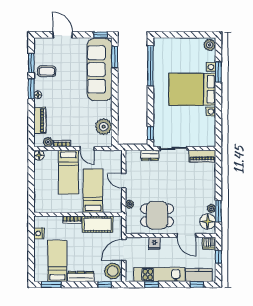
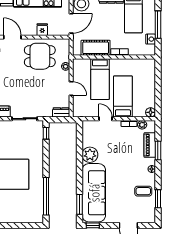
window: (31, 89) -> (158, 150), moved
plant: (104, 127) -> (90, 155), moved
dresser: (150, 155) -> (61, 112), moved
window: (31, 249) -> (158, 25), added

